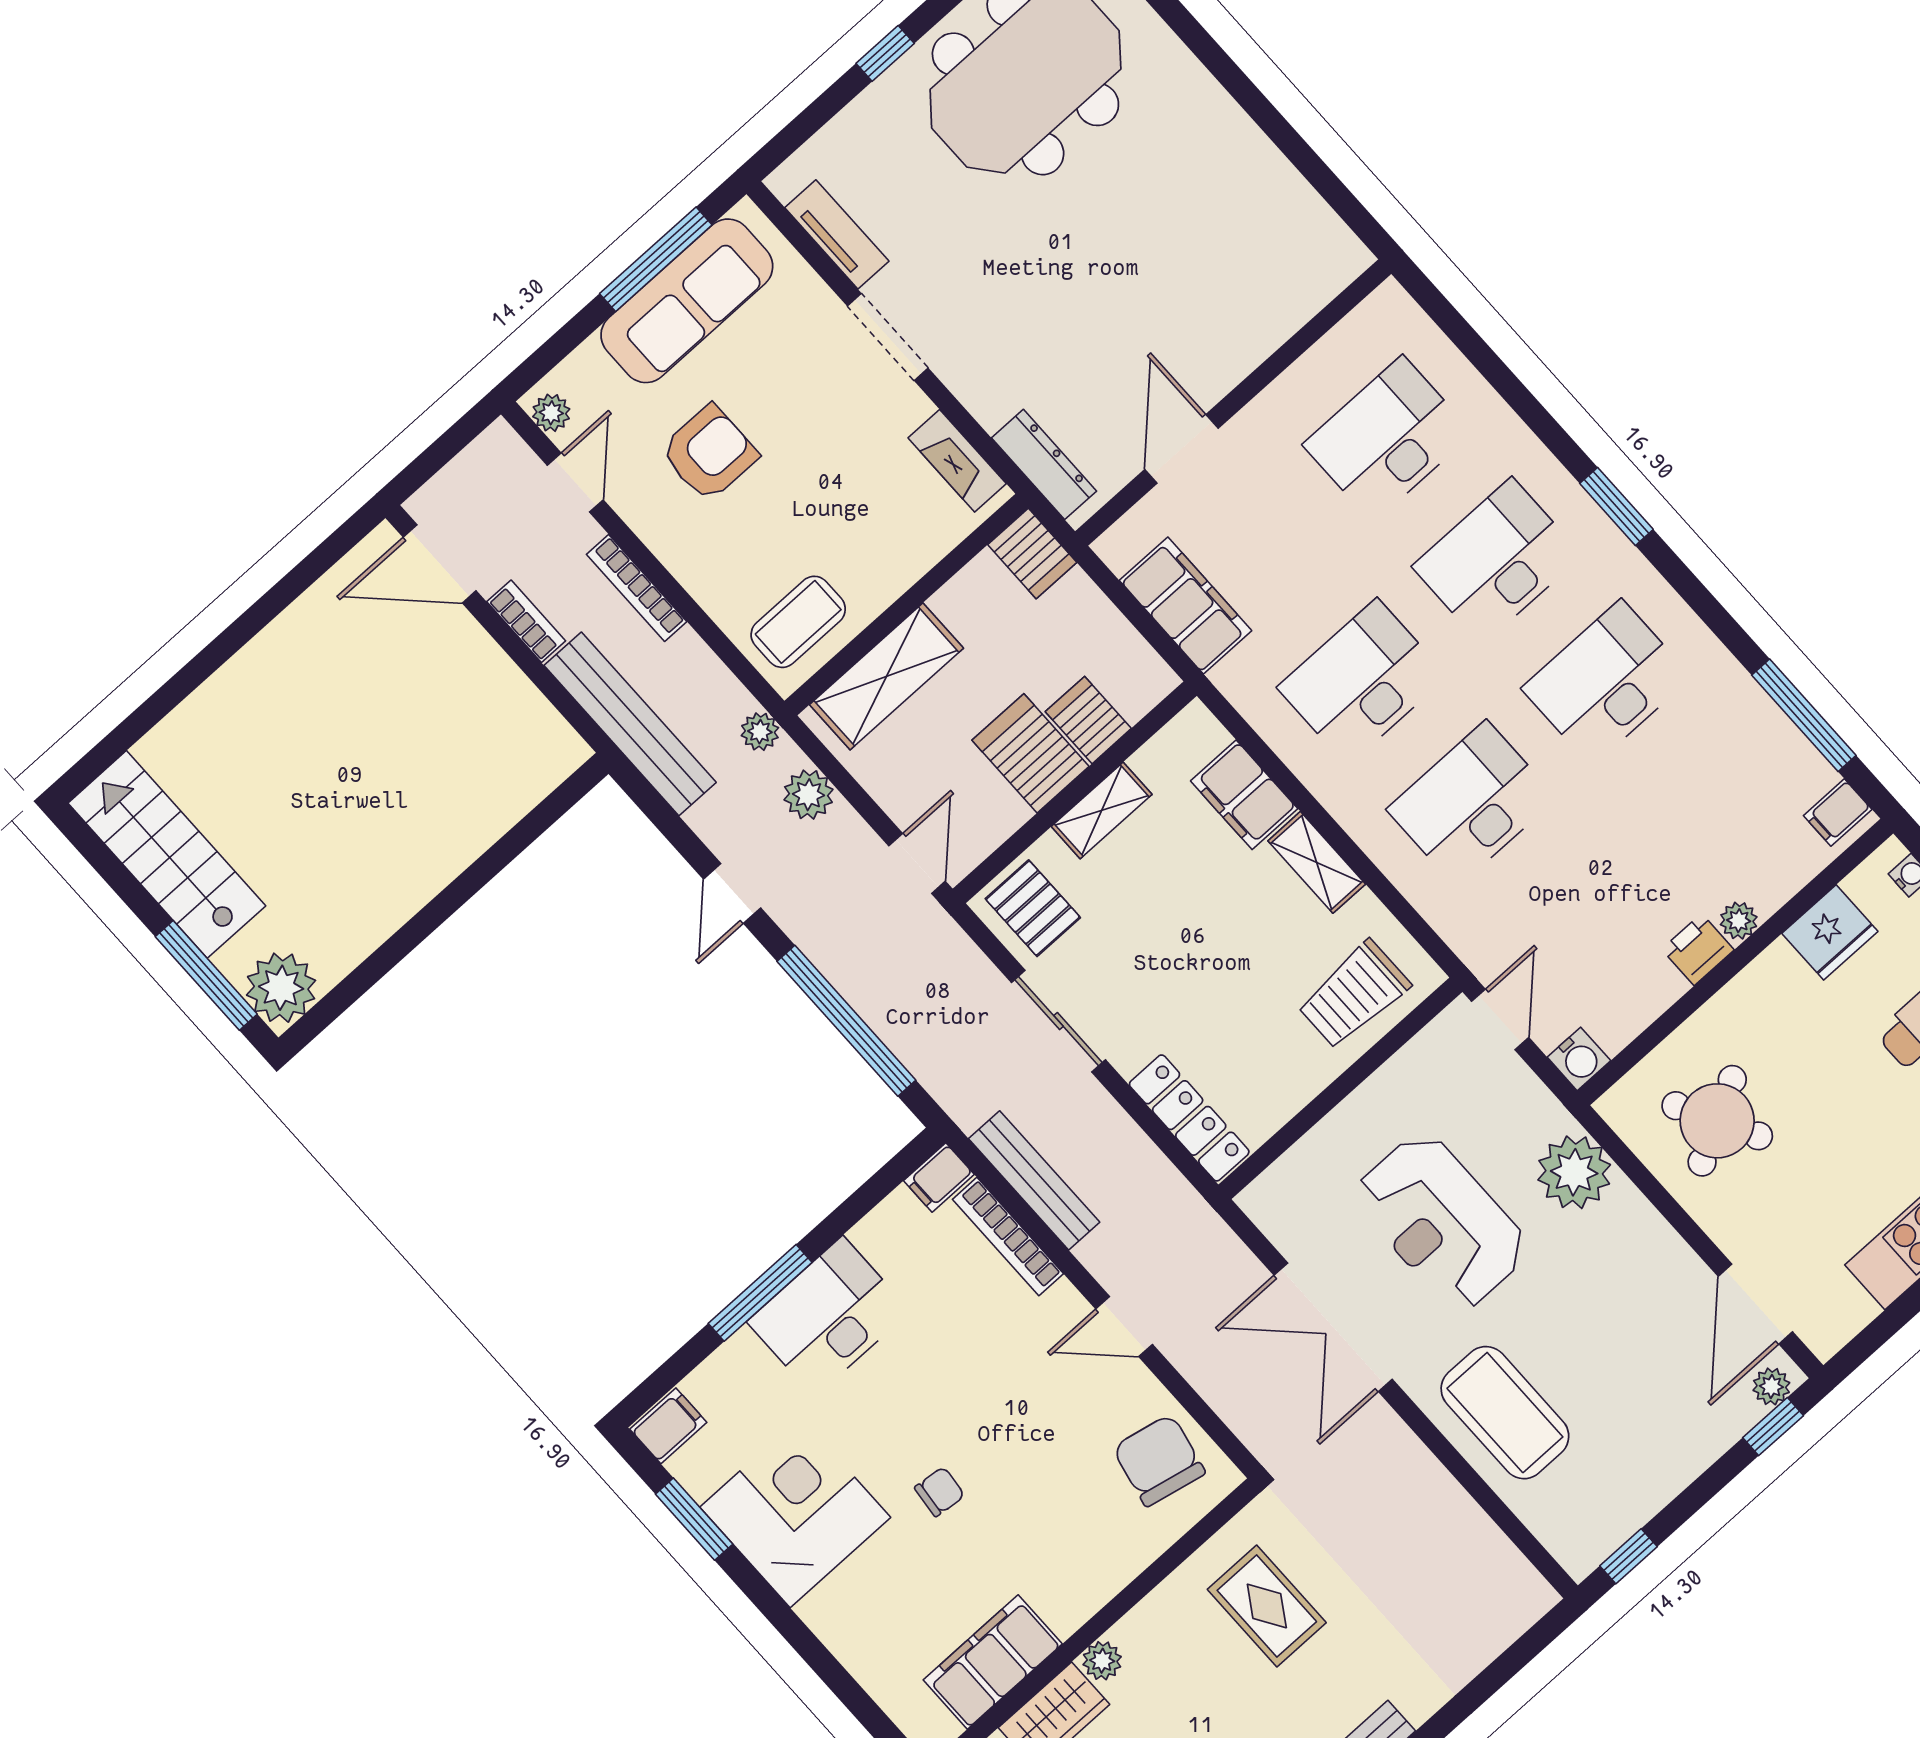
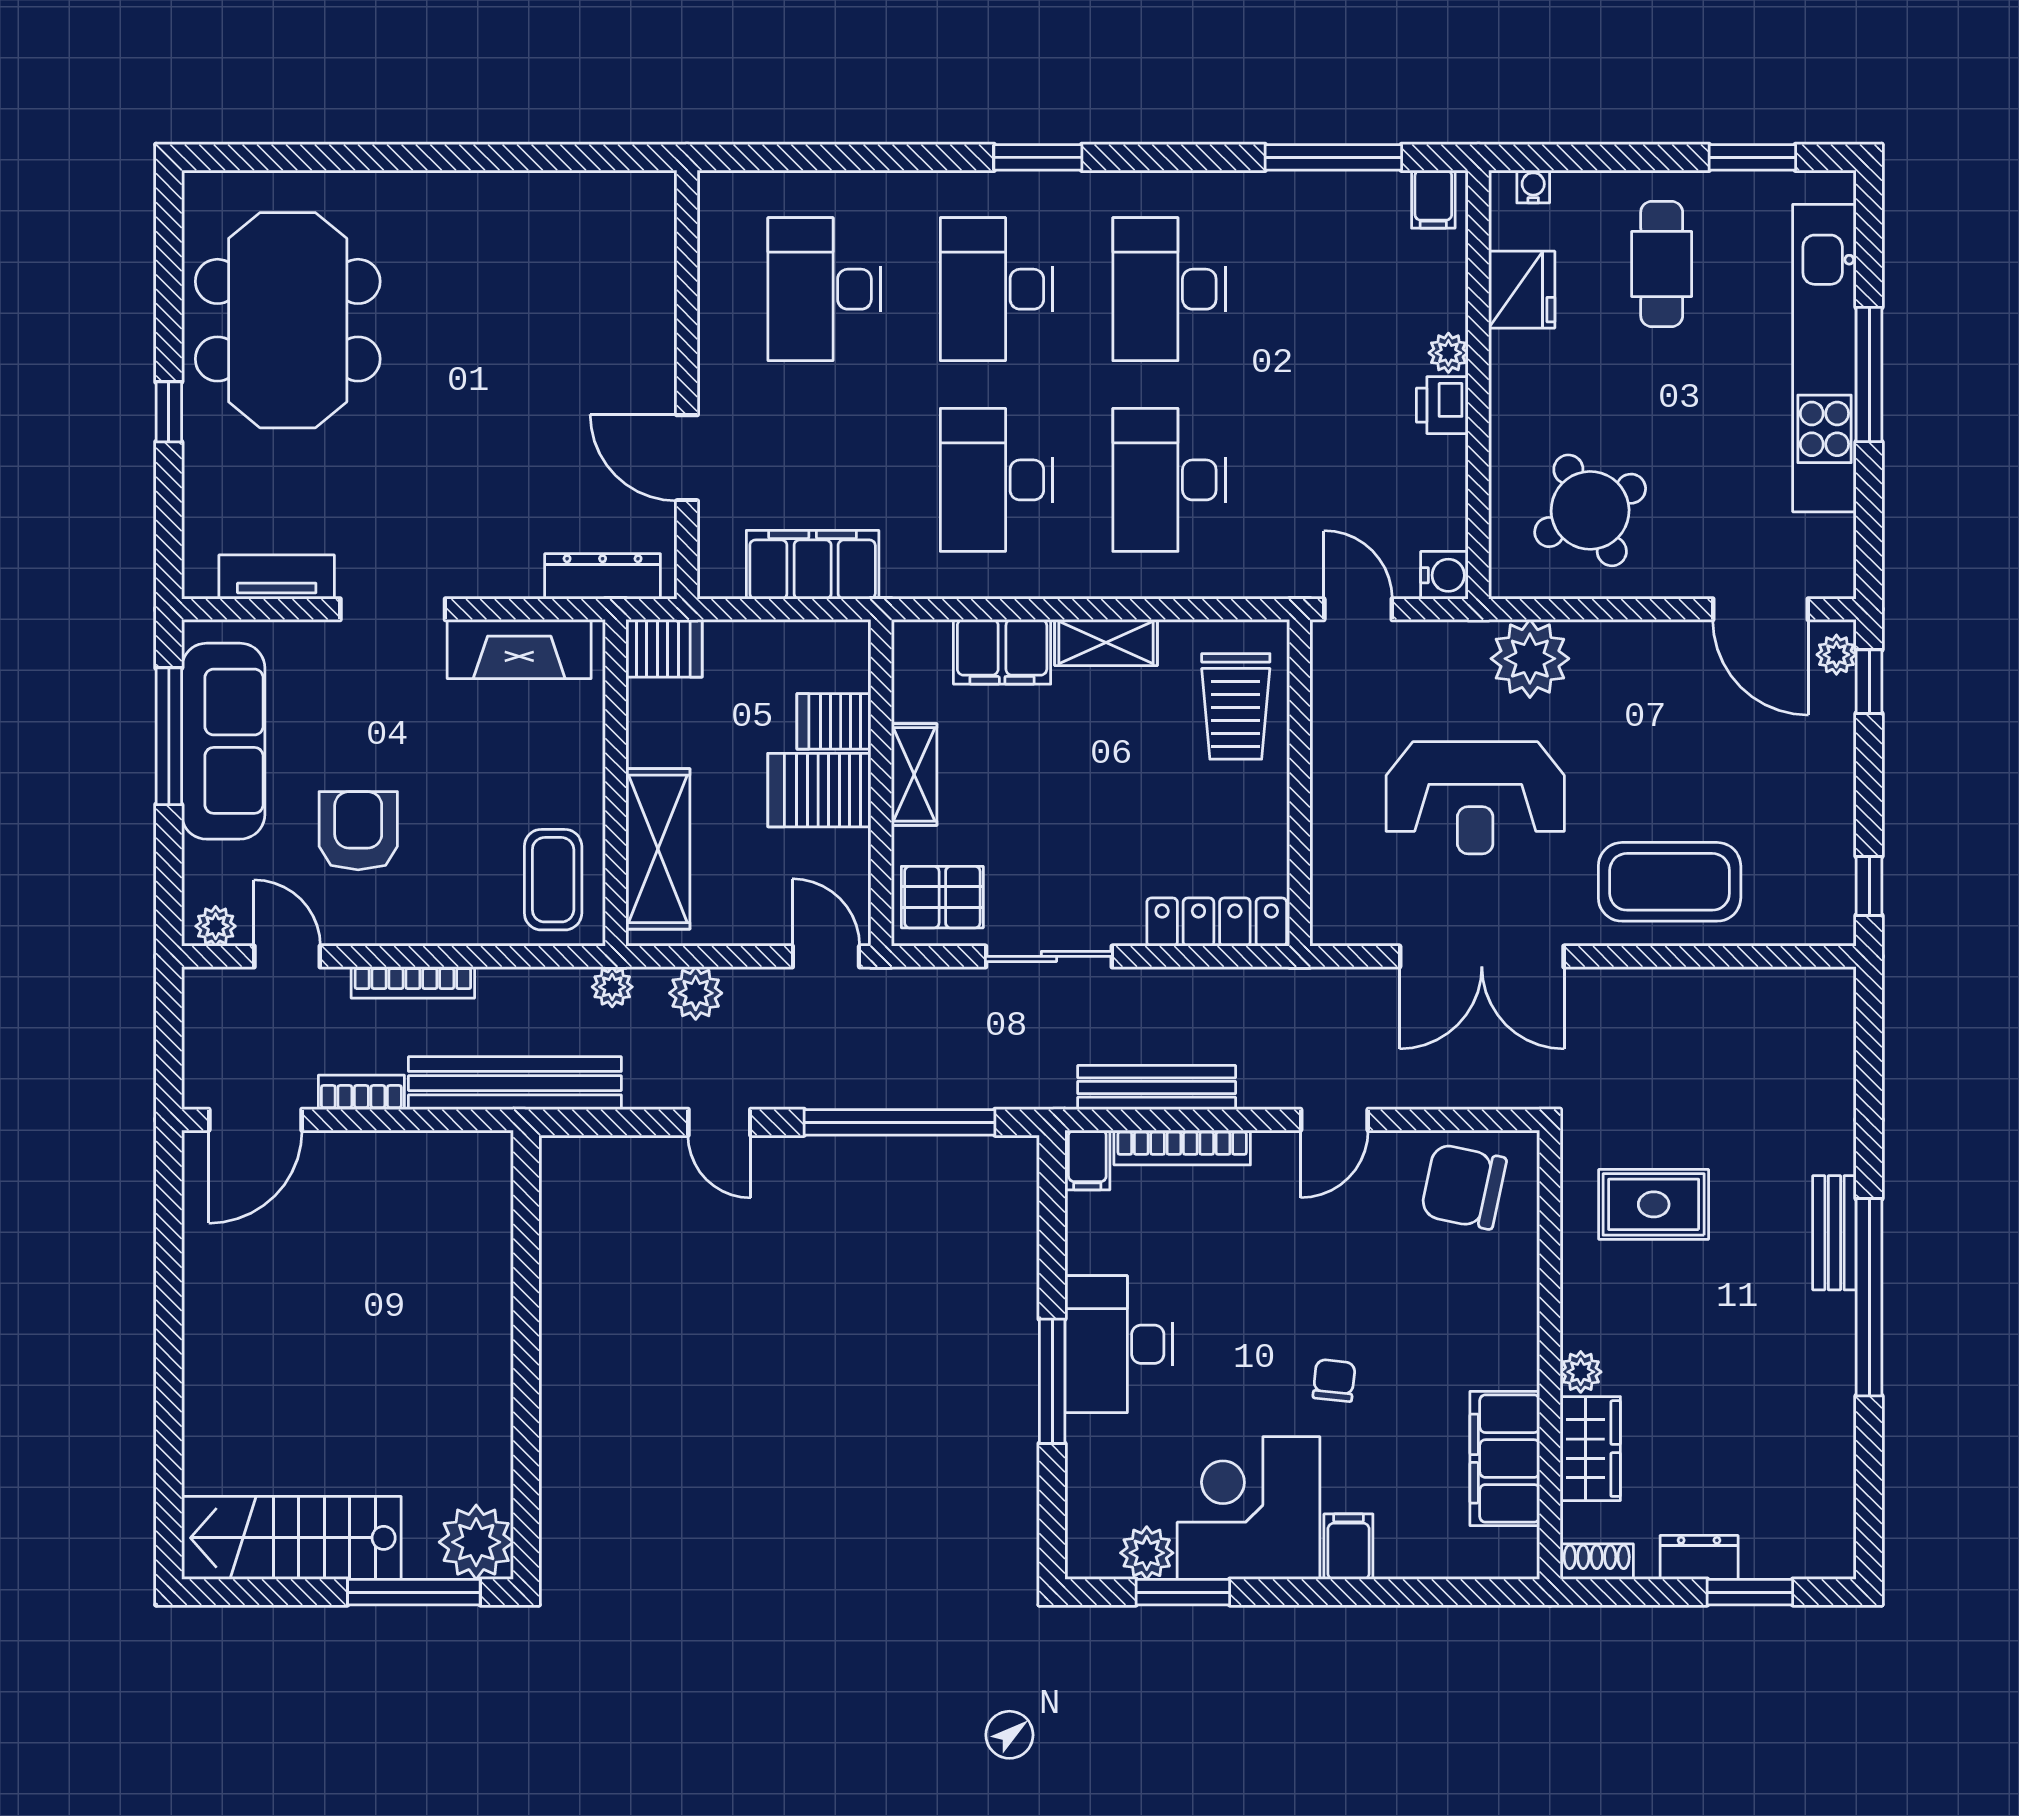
fireplace: (957, 461) -> (519, 649), width x1.37, depth x1.32
filing cabinet: (668, 1426) -> (1348, 1547), moved
plant: (699, 1469) -> (1147, 1553), added

